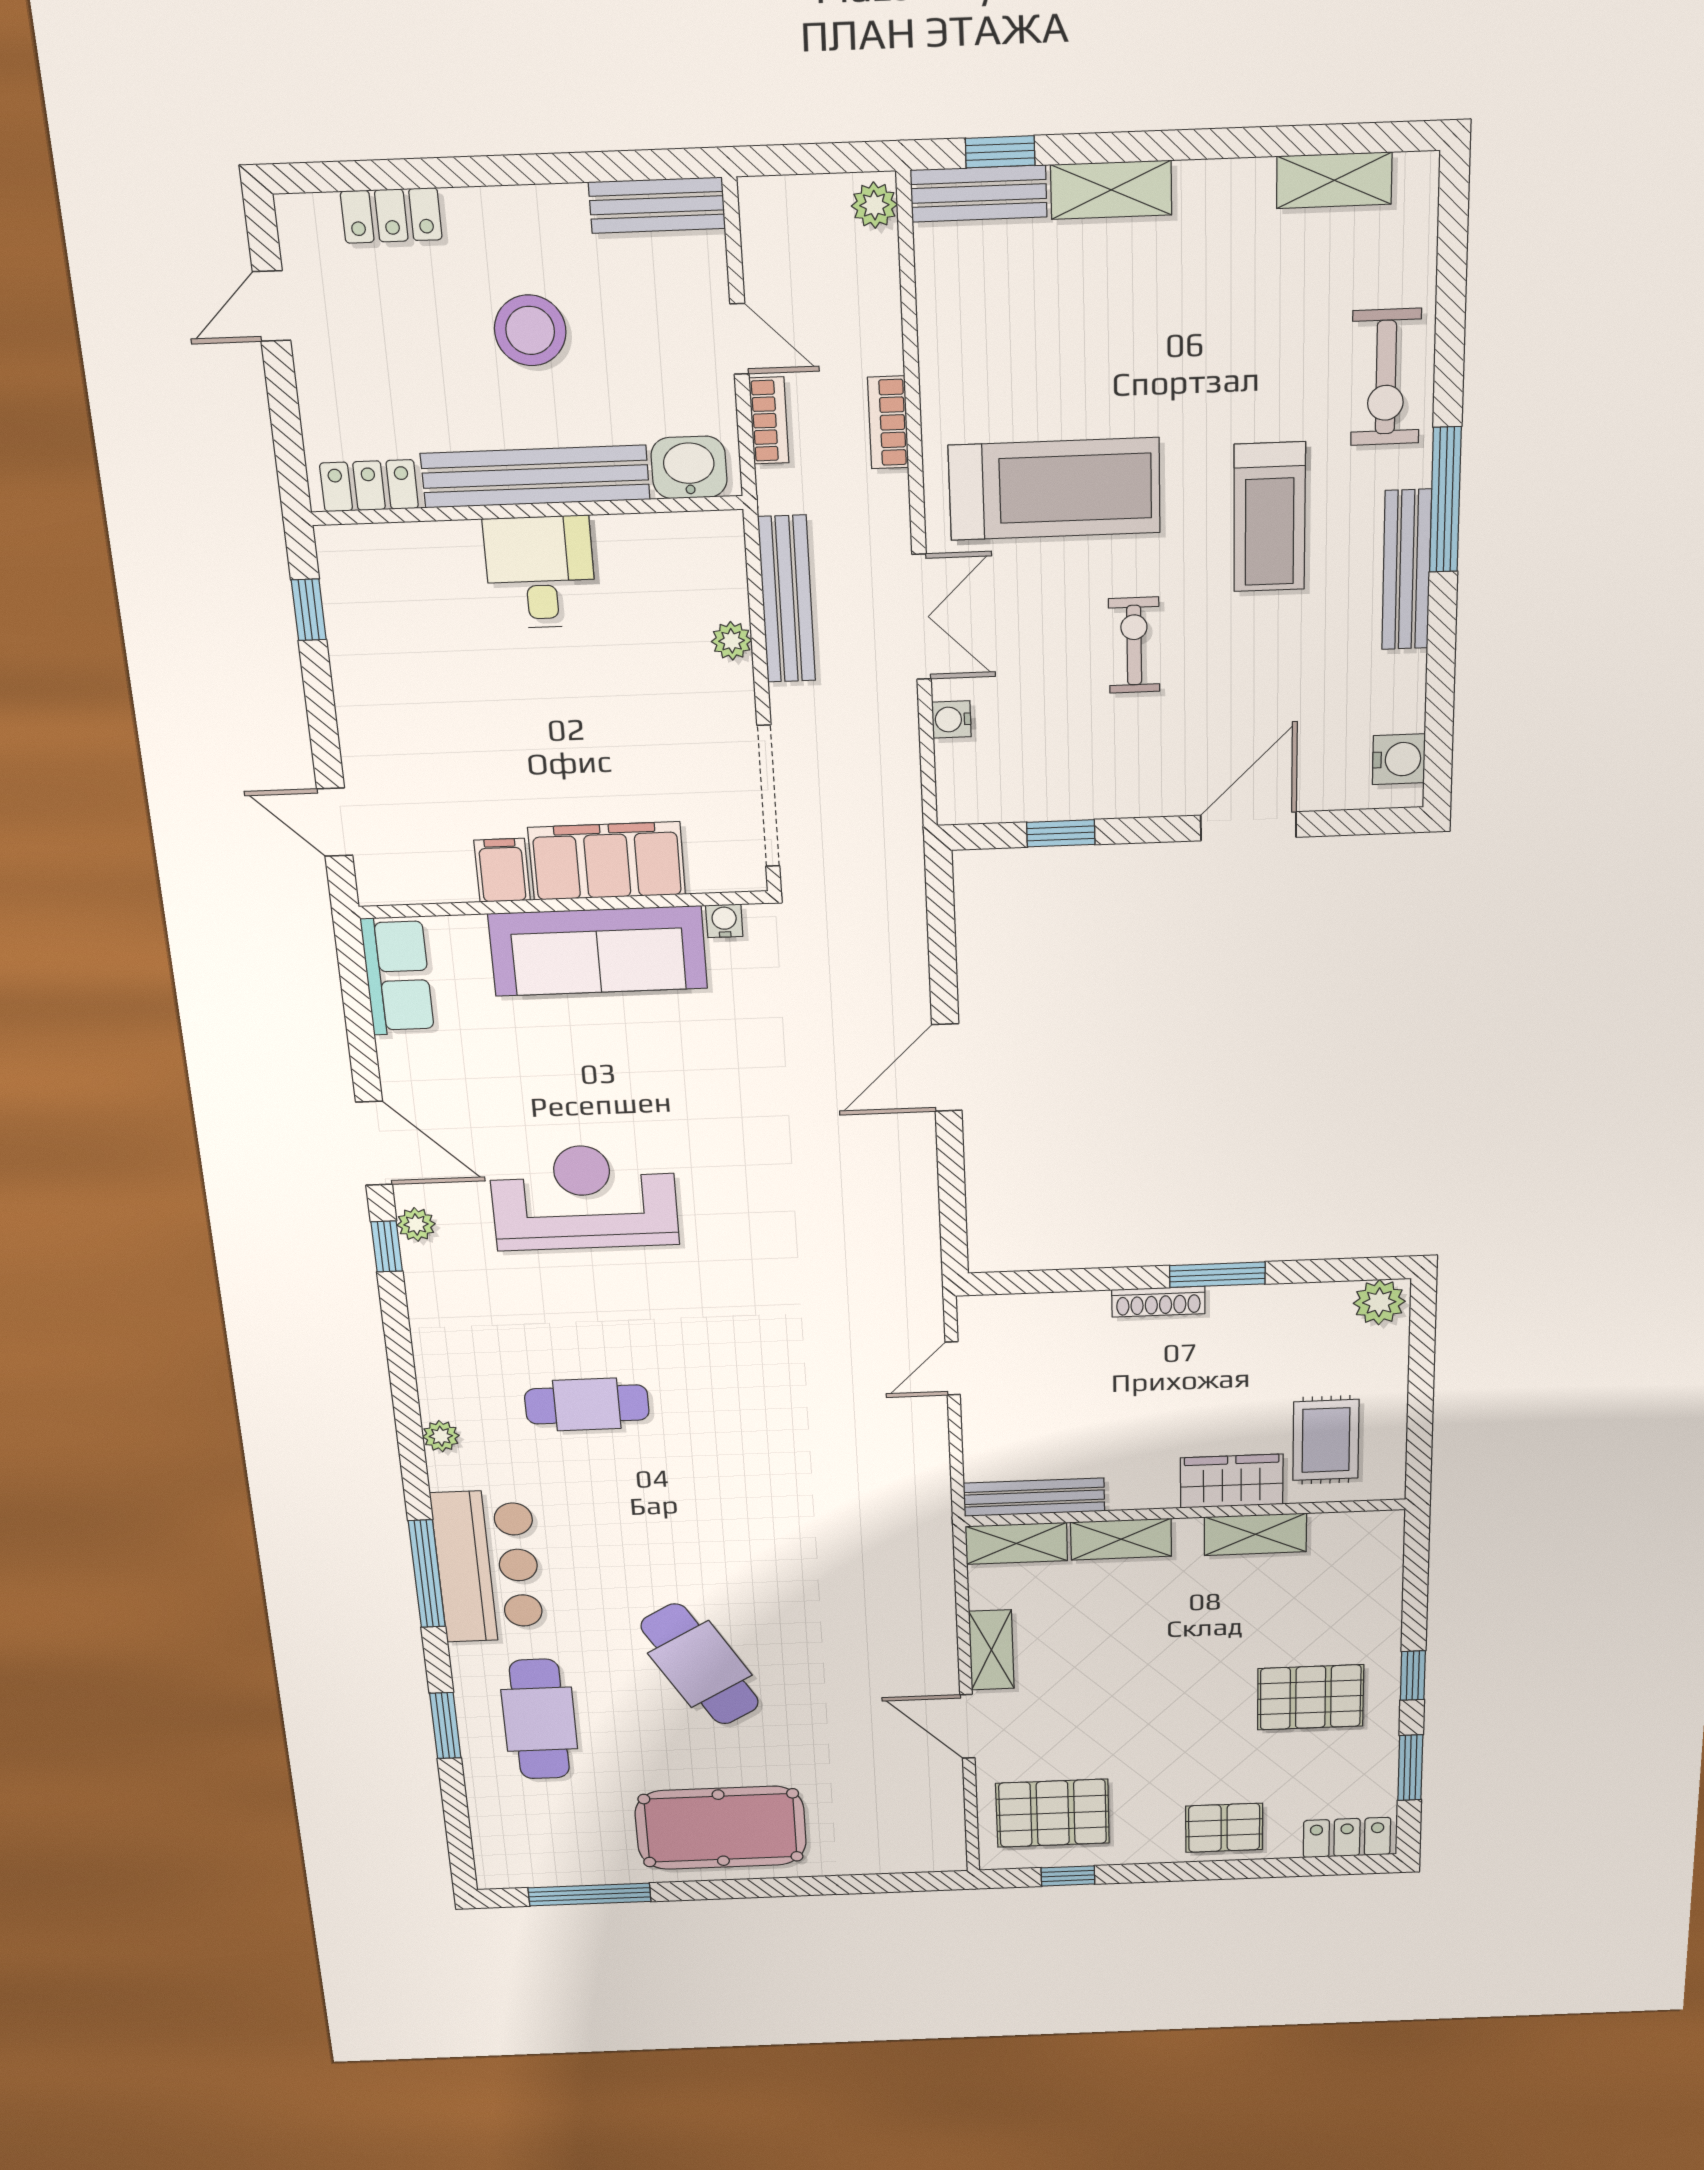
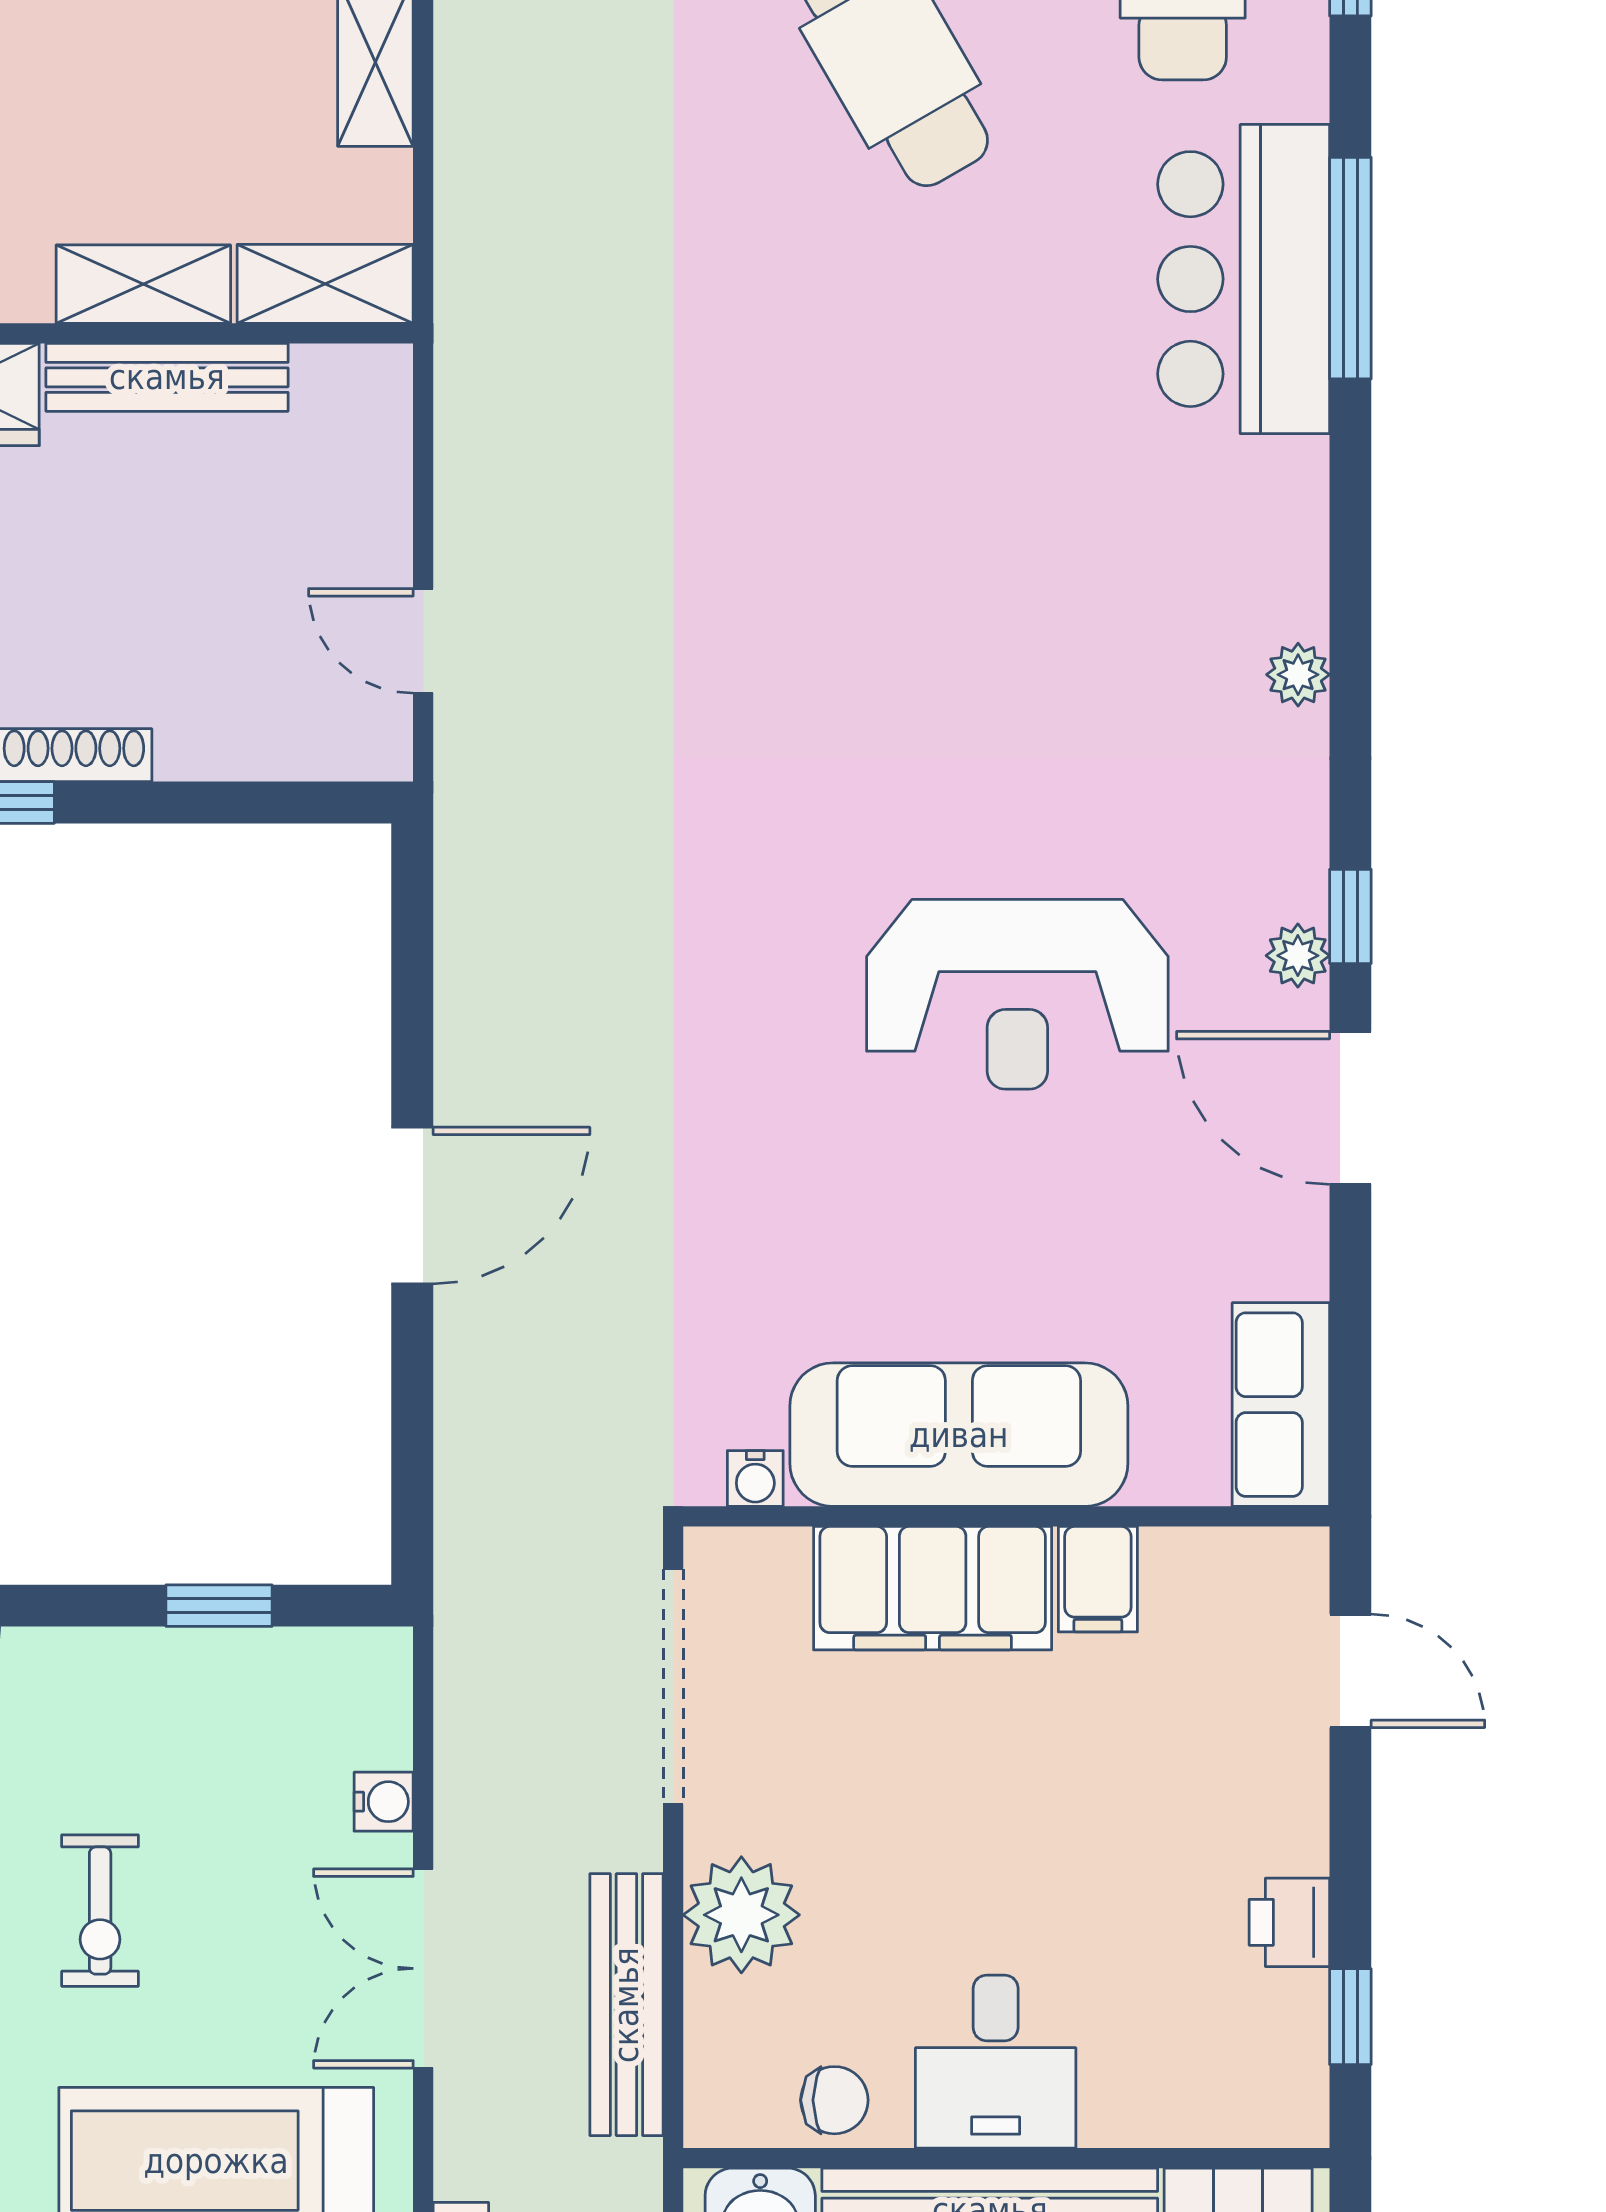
chair: (645, 544) -> (834, 2100), added
plant: (732, 641) -> (741, 1915), width x1.87, depth x1.87
printer: (356, 667) -> (1289, 1922), added
door: (953, 1368) -> (423, 641), swing flipped
cafe table: (587, 1404) -> (1045, 598), removed
plant: (441, 1436) -> (1298, 675), moved
bench: (1034, 1497) -> (167, 377), moved

